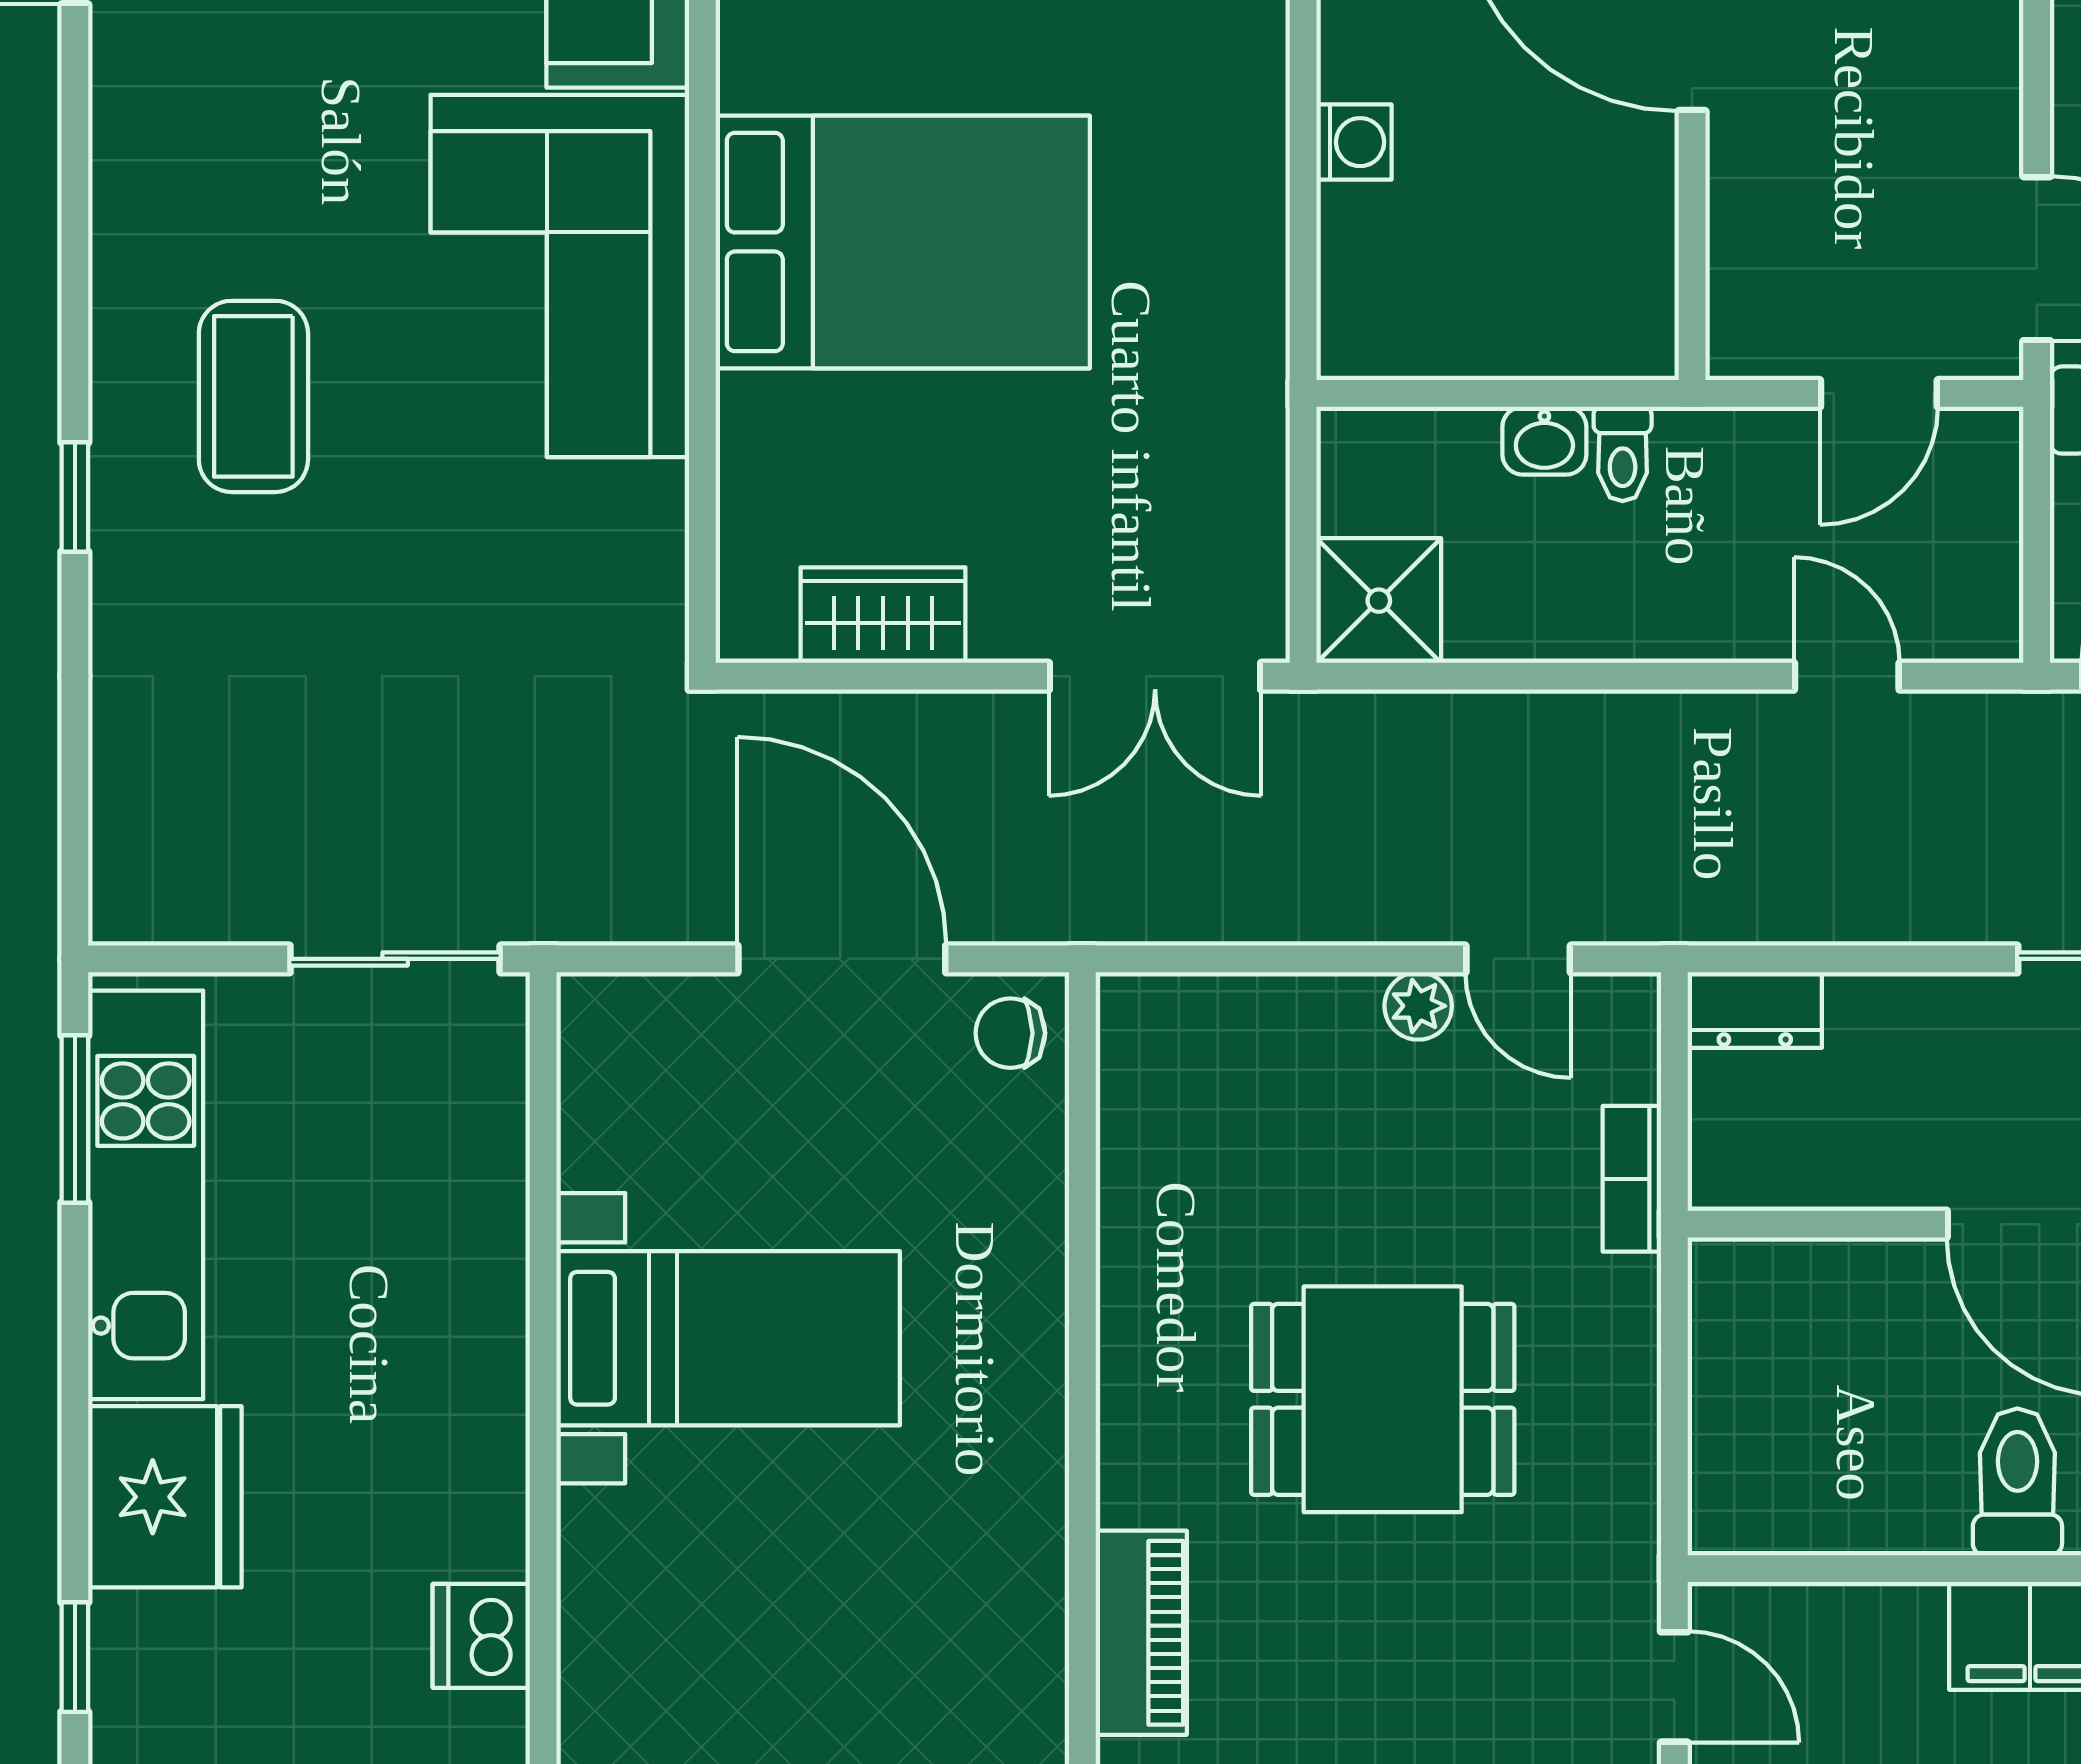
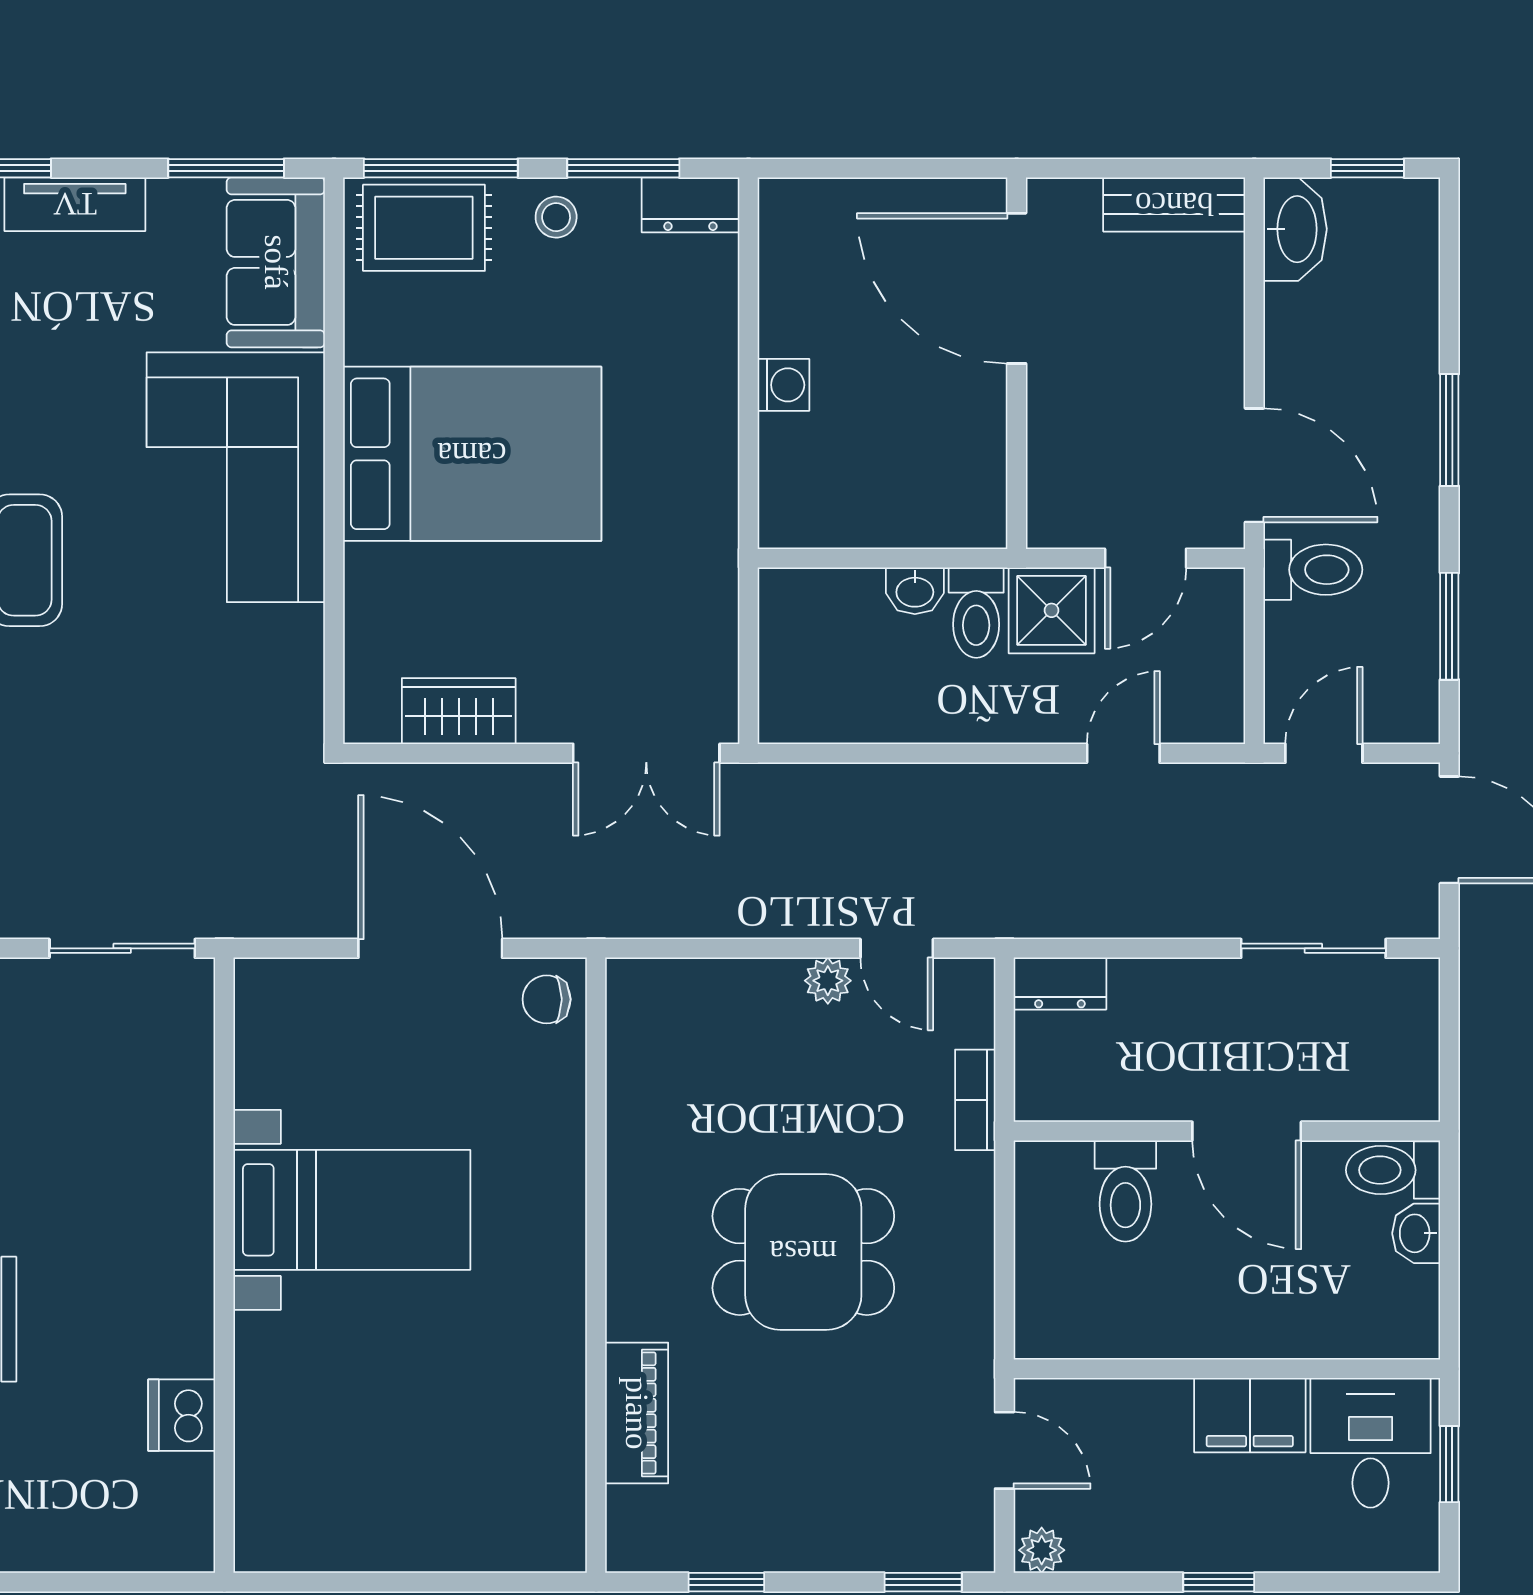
toilet: (1623, 454) -> (976, 613), width x1.37, depth x1.39
shower: (1379, 601) -> (1052, 610), moved
door: (1847, 676) -> (1123, 753), hinge flipped
toilet: (2017, 1482) -> (1125, 1191), moved, turned 180

